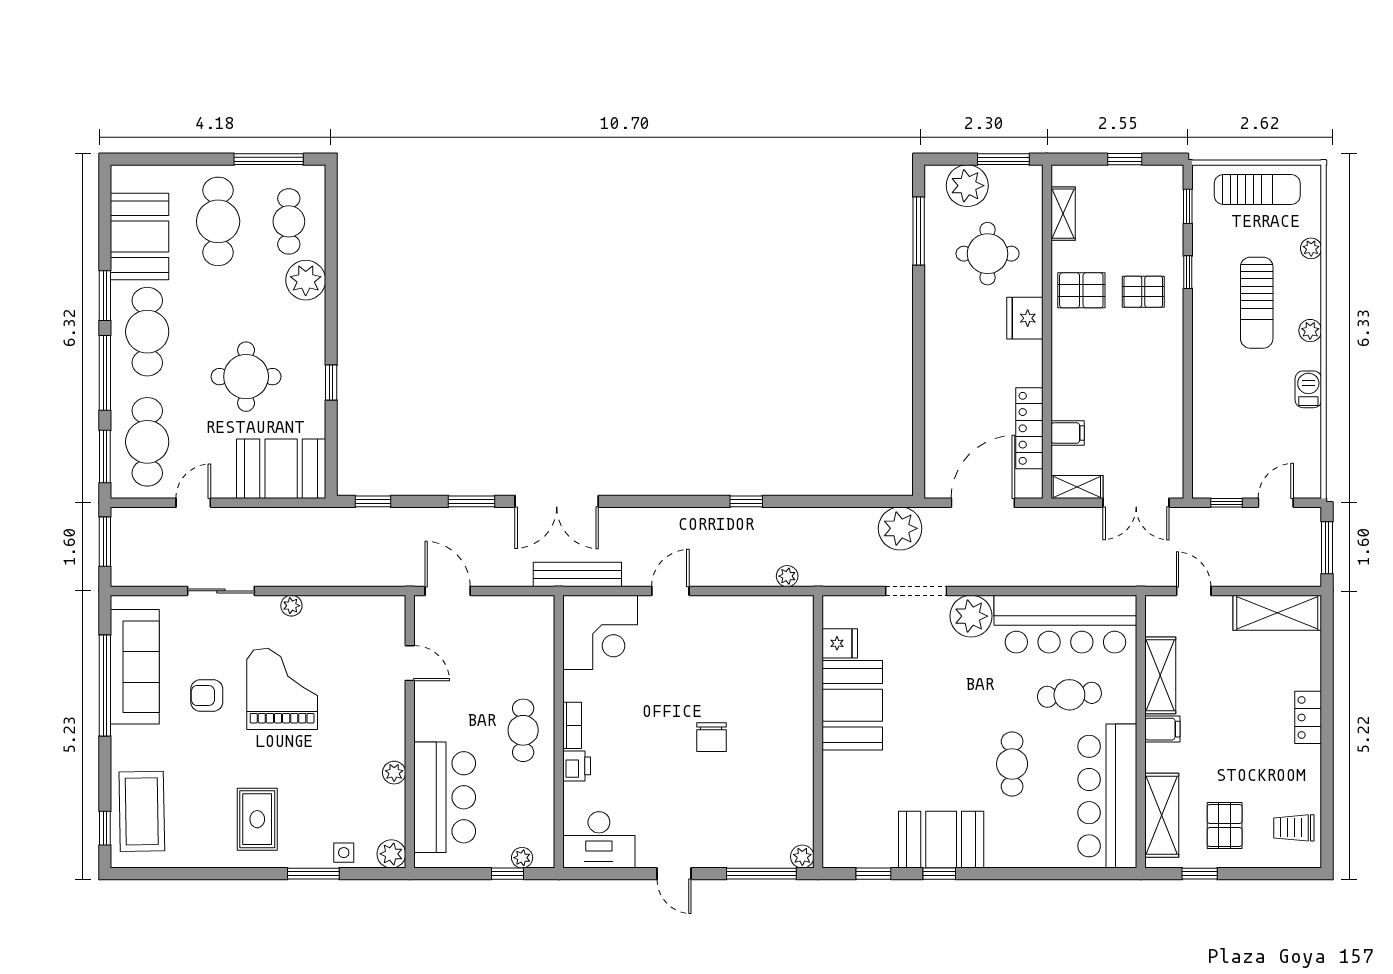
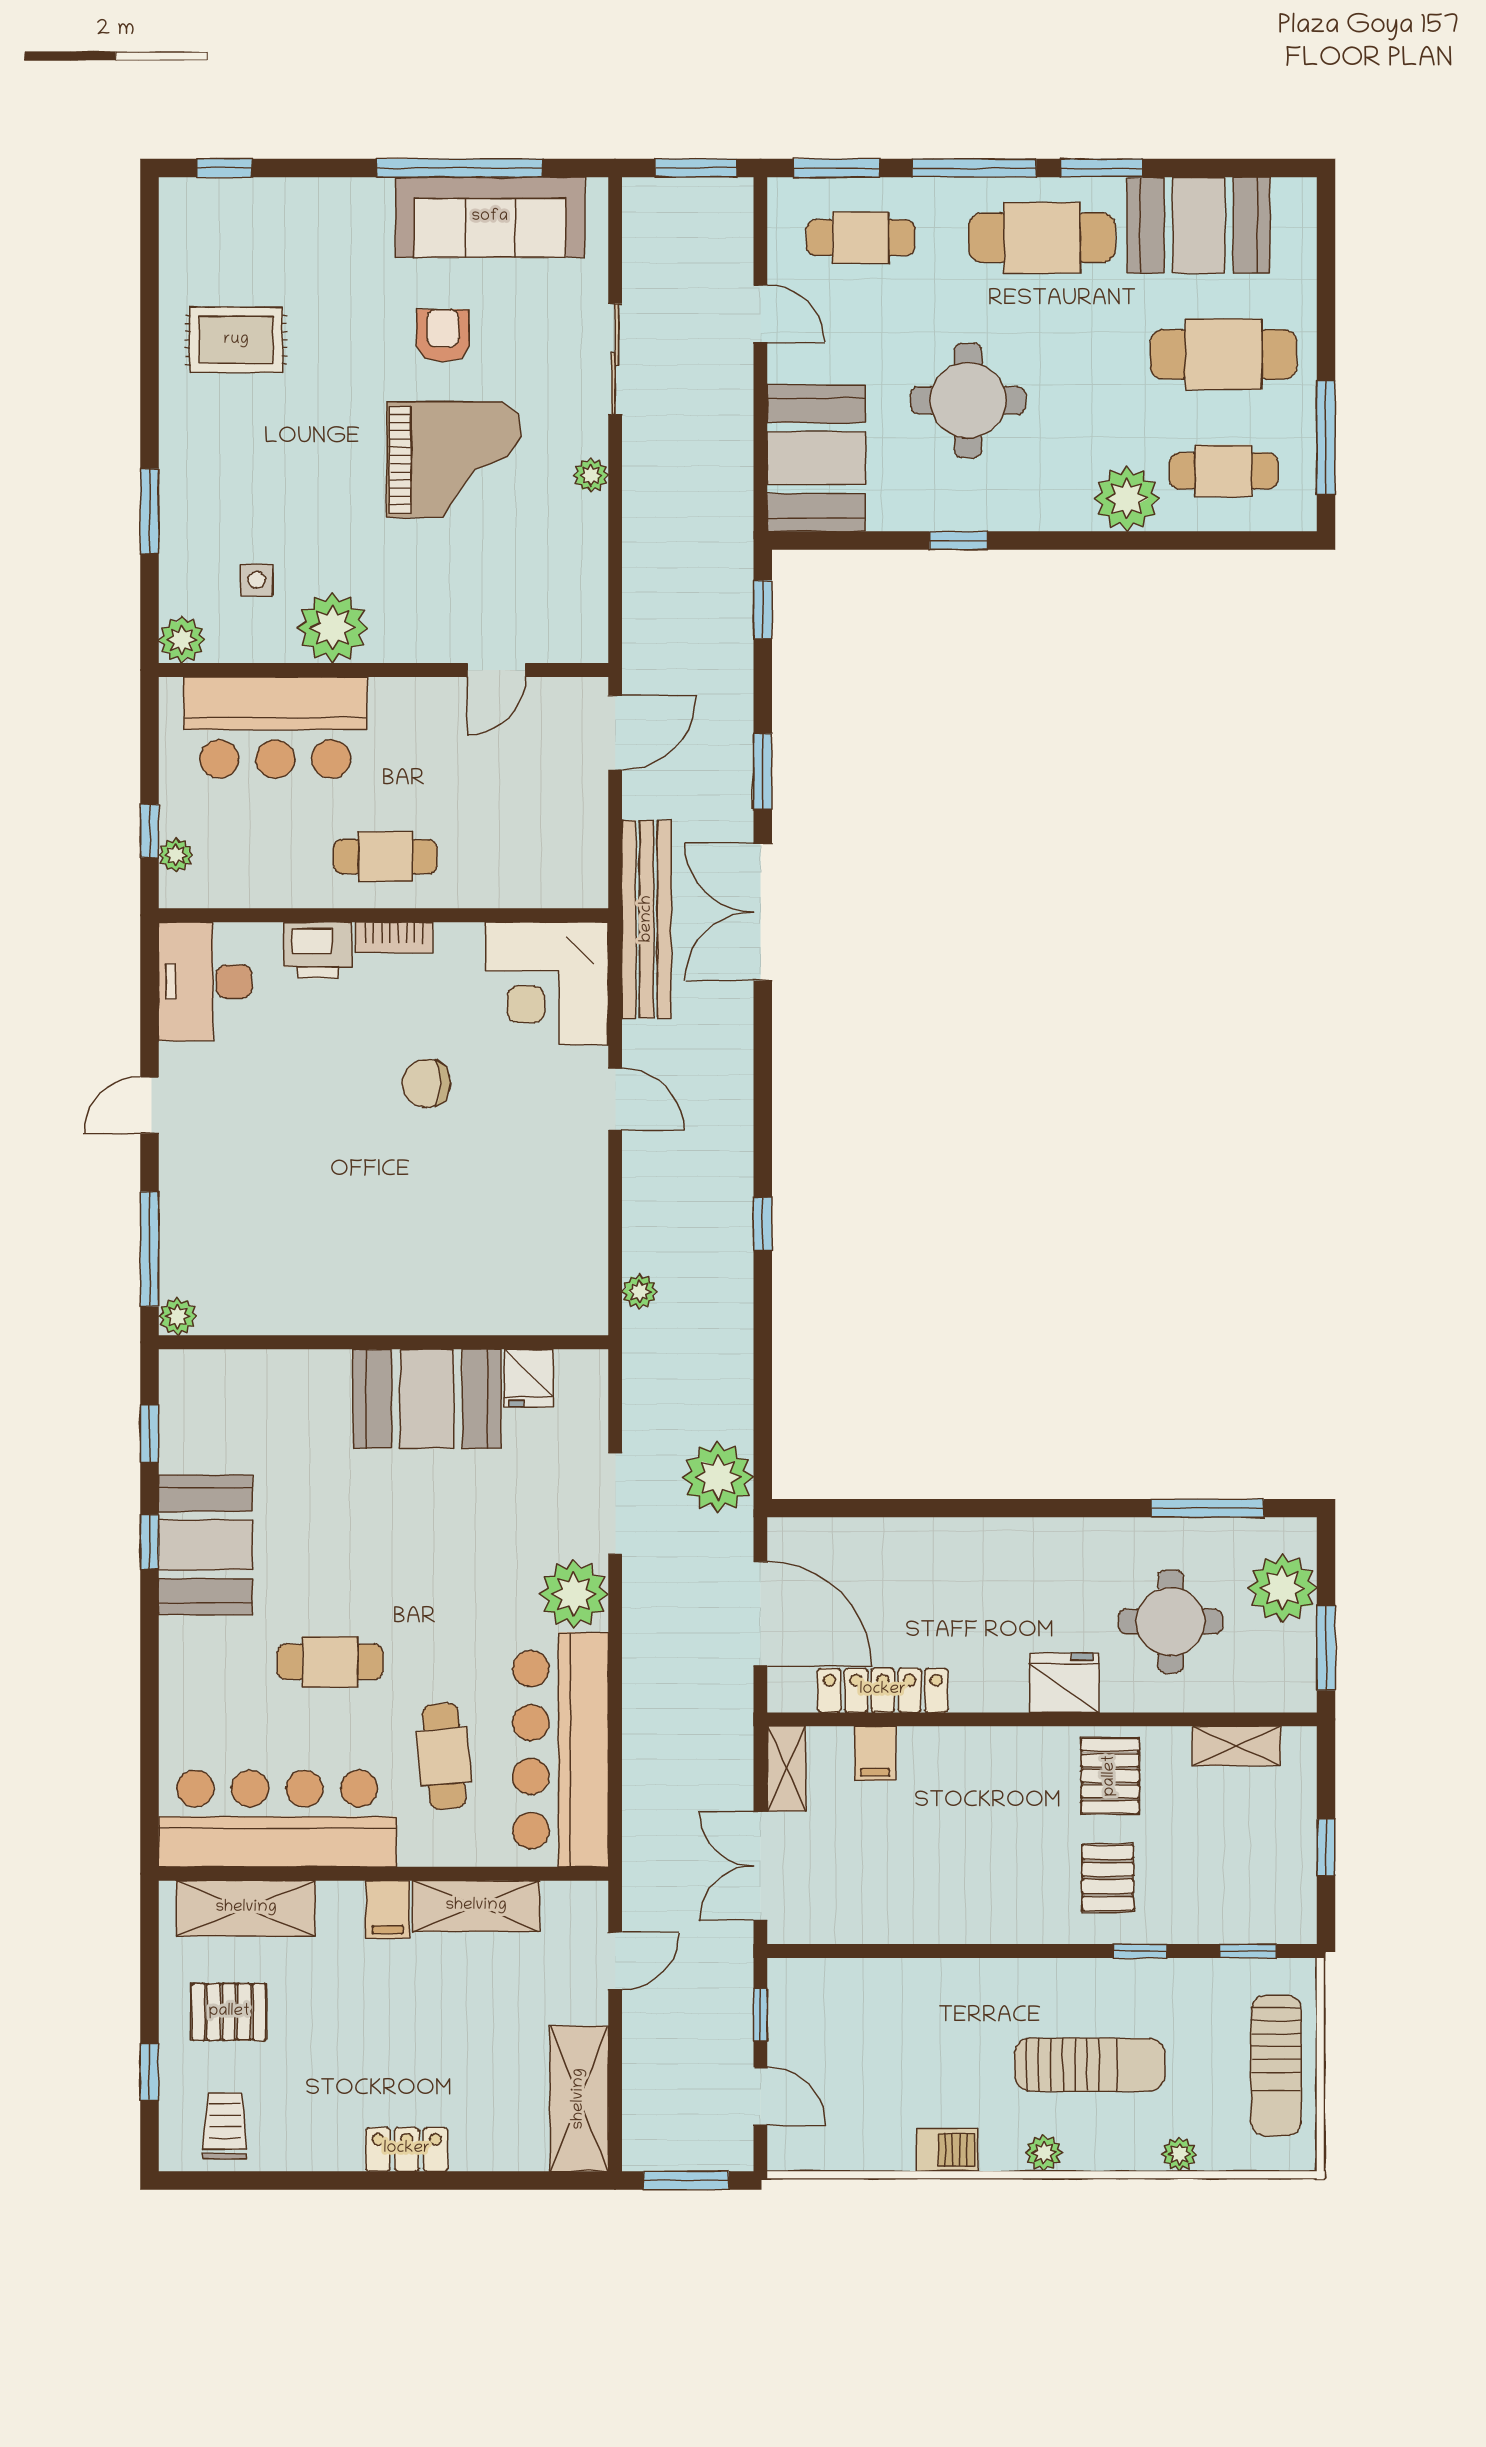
sun lounger: (1257, 303) -> (1090, 2065), turned 180
cafe table: (147, 442) -> (861, 238), width x0.73, depth x0.74
bench: (577, 574) -> (647, 919), width x1.37, depth x1.21
chair: (711, 737) -> (426, 1083), moved
printer: (577, 766) -> (318, 950), width x1.36, depth x1.24
plant: (394, 773) -> (333, 628), width x1.88, depth x1.88
coffee table: (142, 811) -> (252, 229), removed
rug: (257, 819) -> (236, 340), moved
side table: (344, 853) -> (257, 580), moved
window: (1200, 874) -> (149, 2072), moved

